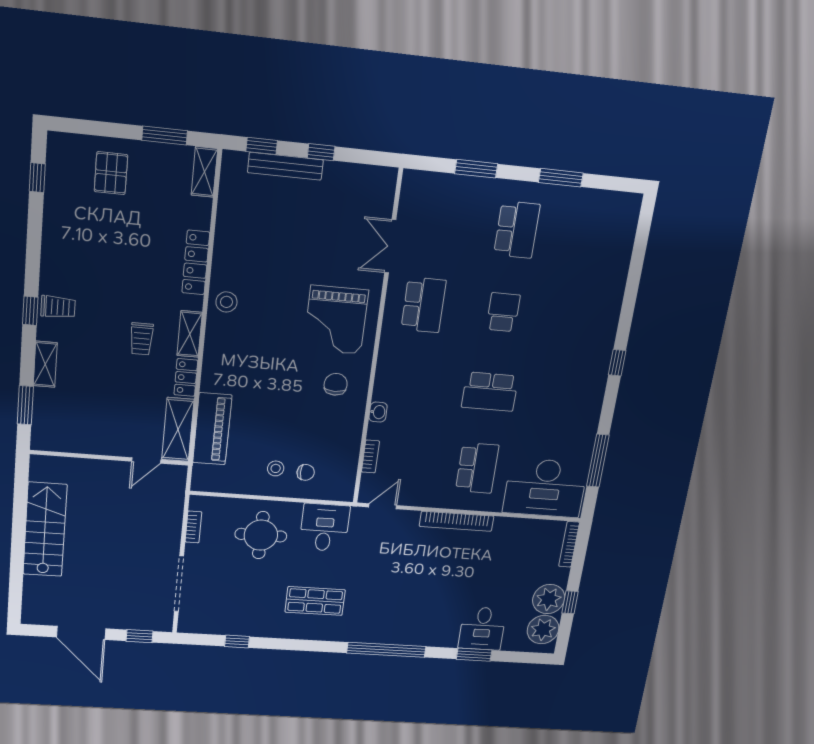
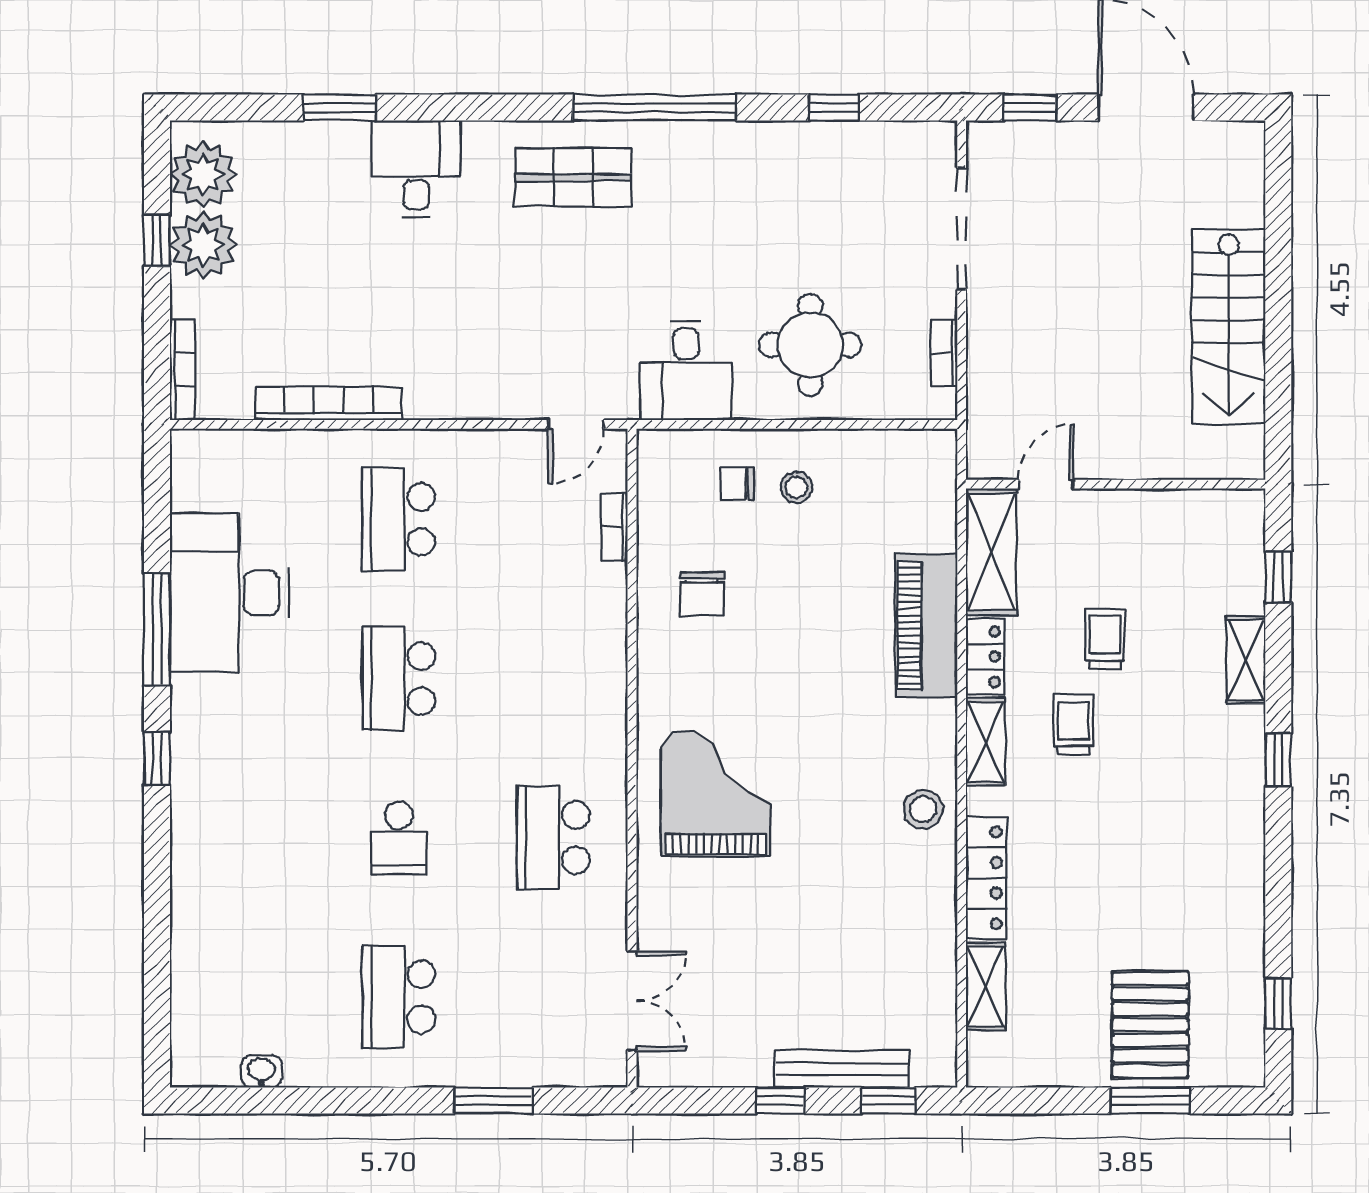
window: (165, 136) -> (1150, 1101), moved
shelving: (204, 172) -> (986, 986), moved
pallet: (111, 173) -> (1150, 1025), width x1.50, depth x1.42
window: (561, 178) -> (333, 1101), removed
double door: (390, 246) -> (632, 1001), moved
trolley: (58, 307) -> (1105, 639), moved, turned 90
chair: (336, 384) -> (702, 594), moved
school desk: (490, 392) -> (399, 679), turned -90
window: (25, 405) -> (1278, 577), width x0.67
washbasin: (378, 412) -> (262, 1071), moved, turned 90
piano: (212, 429) -> (926, 626), moved
window: (598, 461) -> (157, 629), moved
desk: (545, 488) -> (229, 593), moved, turned -90
bookcase: (457, 521) -> (329, 403), moved
shop shelf: (315, 601) -> (573, 177), moved
desk: (482, 629) -> (416, 169), moved
window: (386, 650) -> (654, 108), moved

